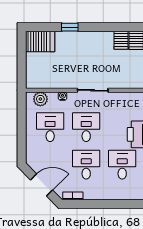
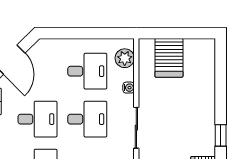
window: (70, 27) -> (221, 135), moved
server rack: (40, 41) -> (169, 58), moved

